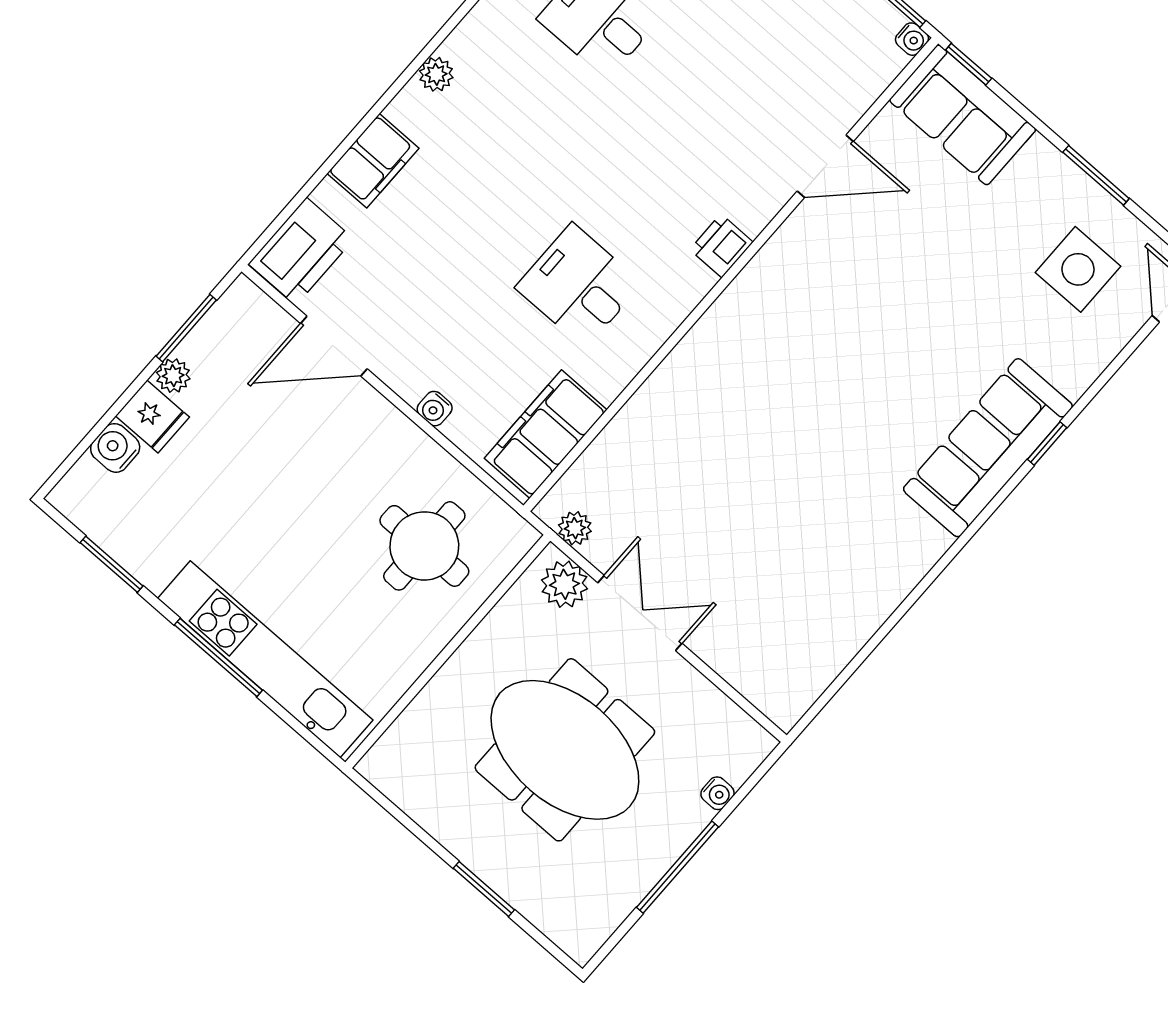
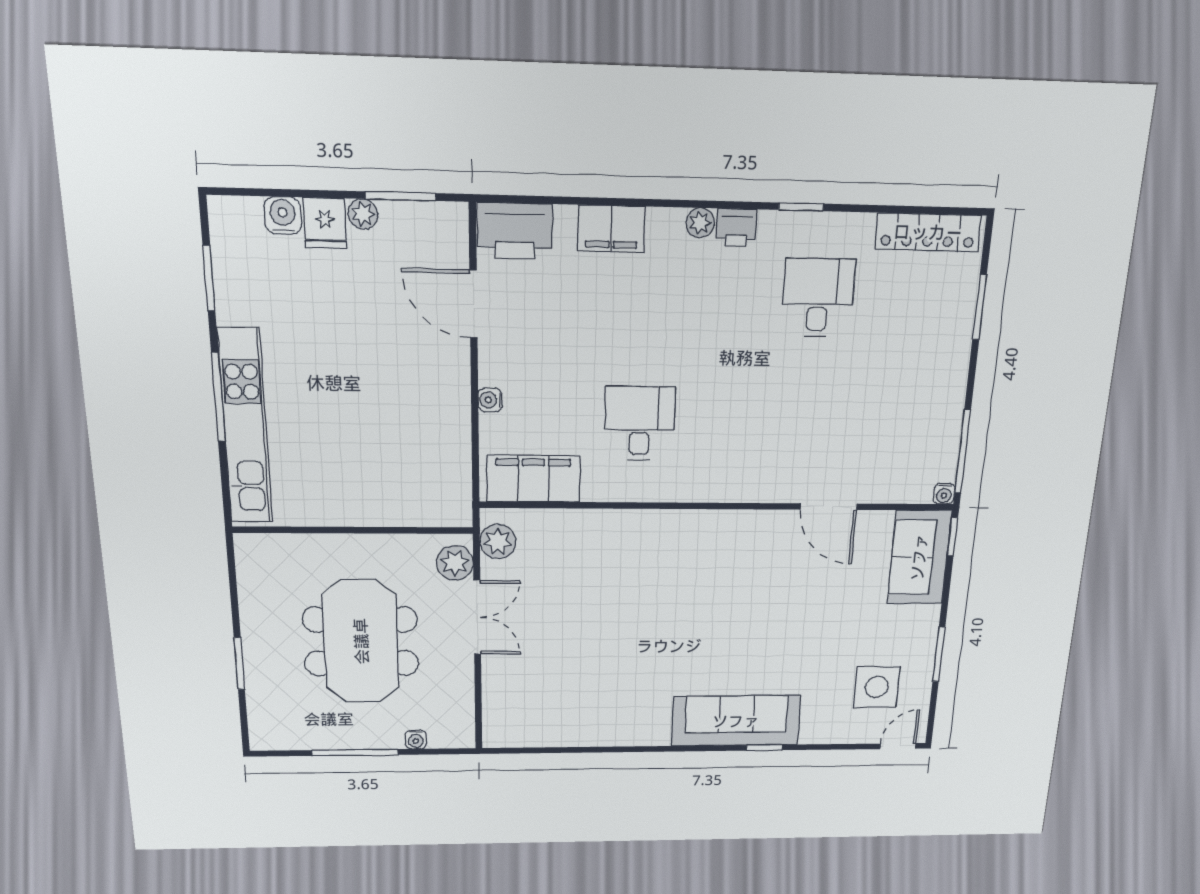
printer: (721, 246) -> (736, 228), moved, turned 180
plant: (575, 528) -> (498, 542), width x1.38, depth x1.38
round table: (424, 546) -> (402, 464), removed

